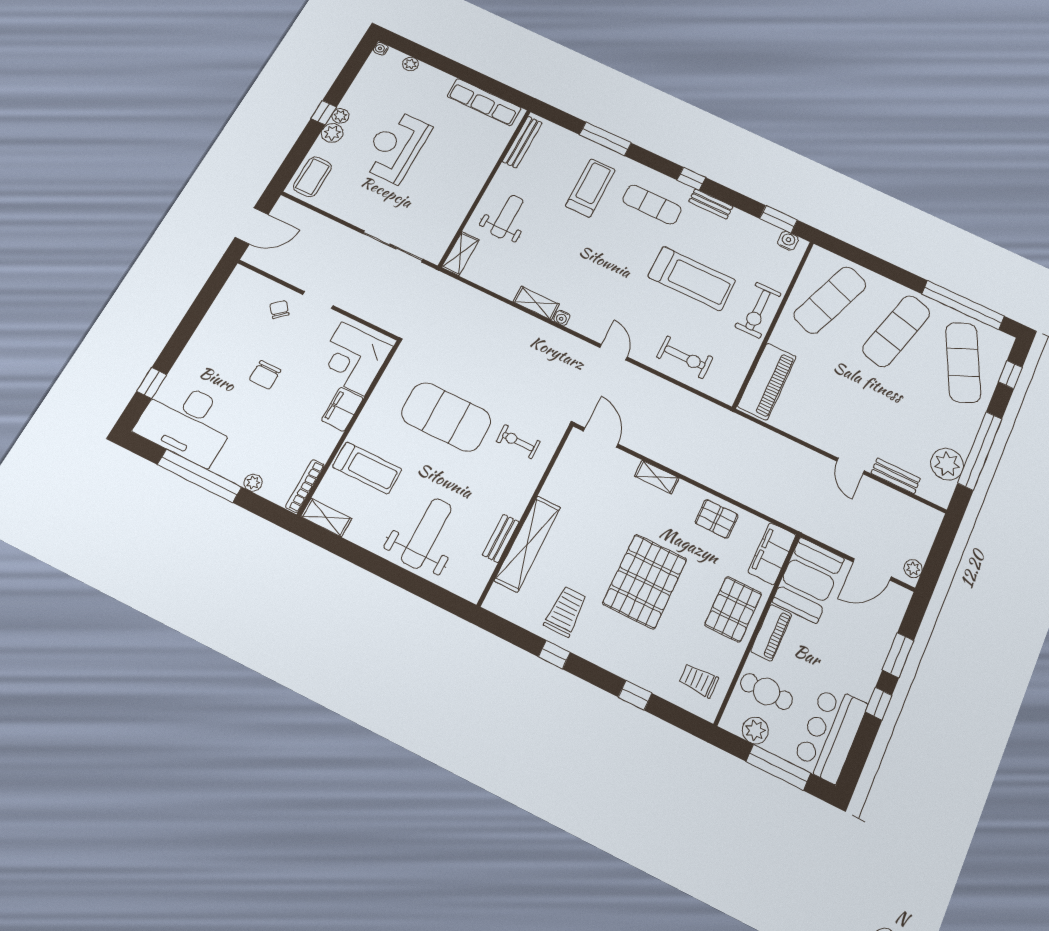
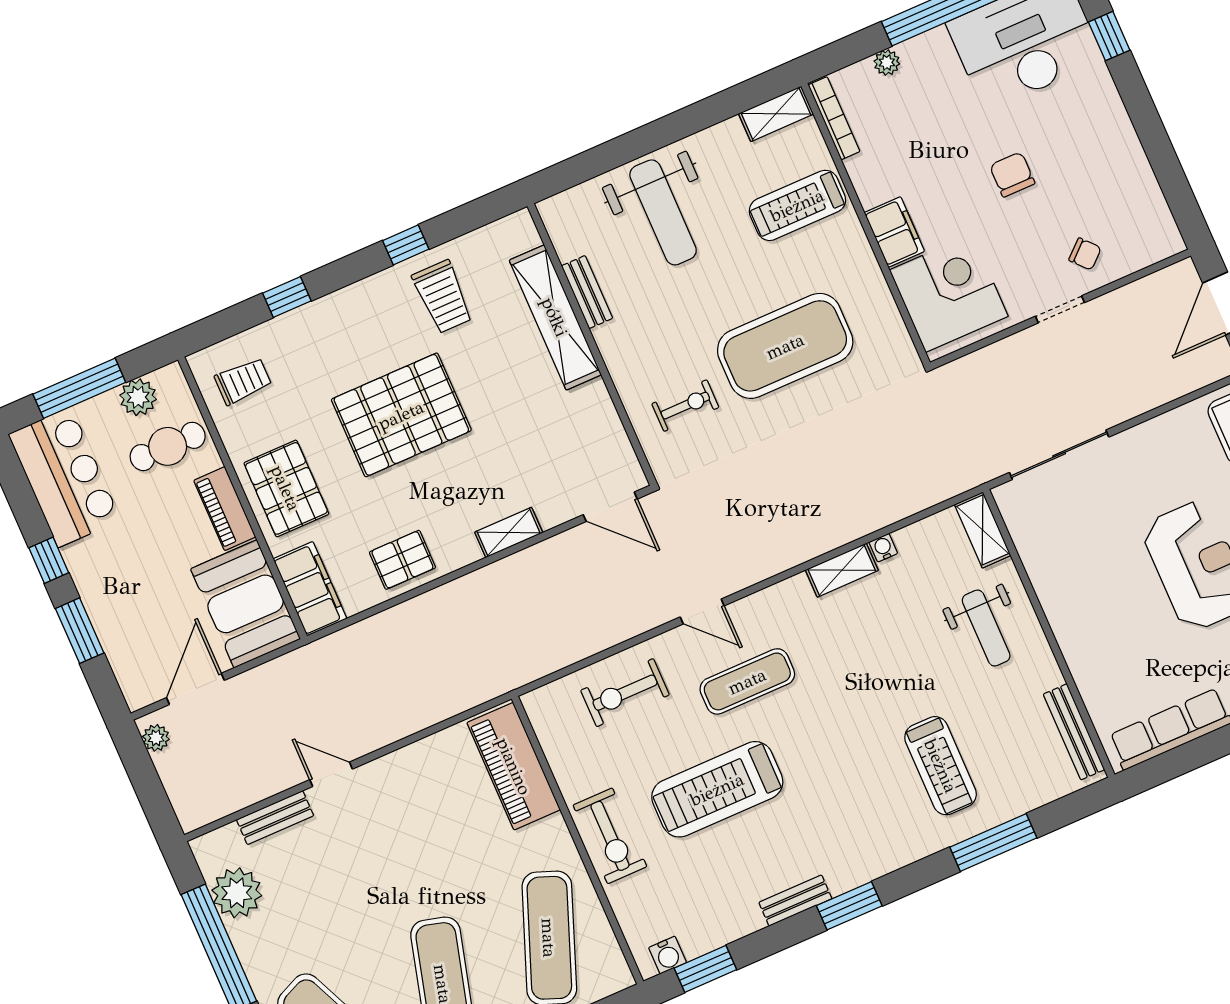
window: (691, 179) -> (849, 906), width x1.50
exercise mat: (652, 205) -> (747, 681), moved
exercise bike: (758, 310) -> (610, 836), turned 180
water cooler: (562, 318) -> (883, 548), moved
pallet: (645, 581) -> (401, 415), turned 90

